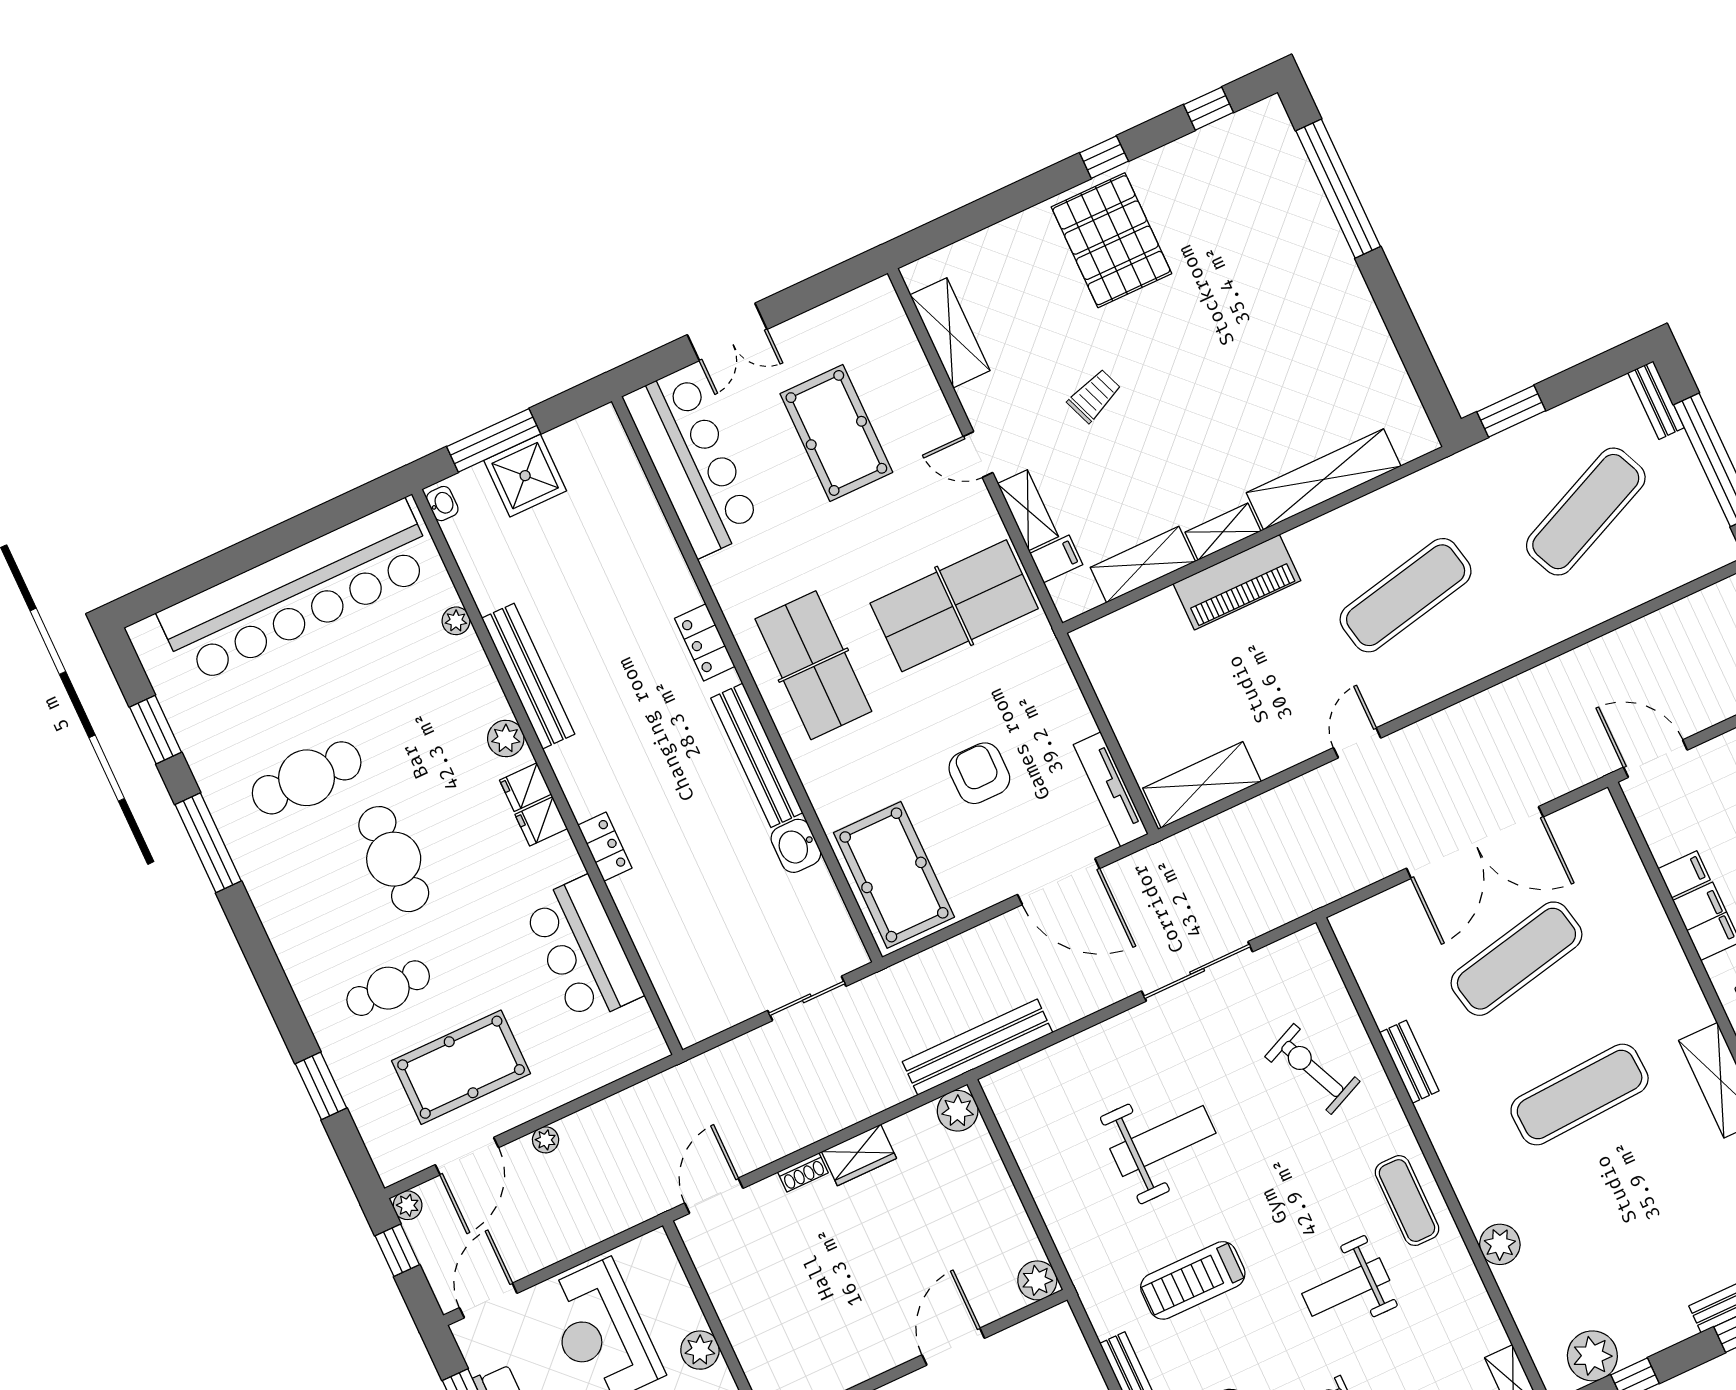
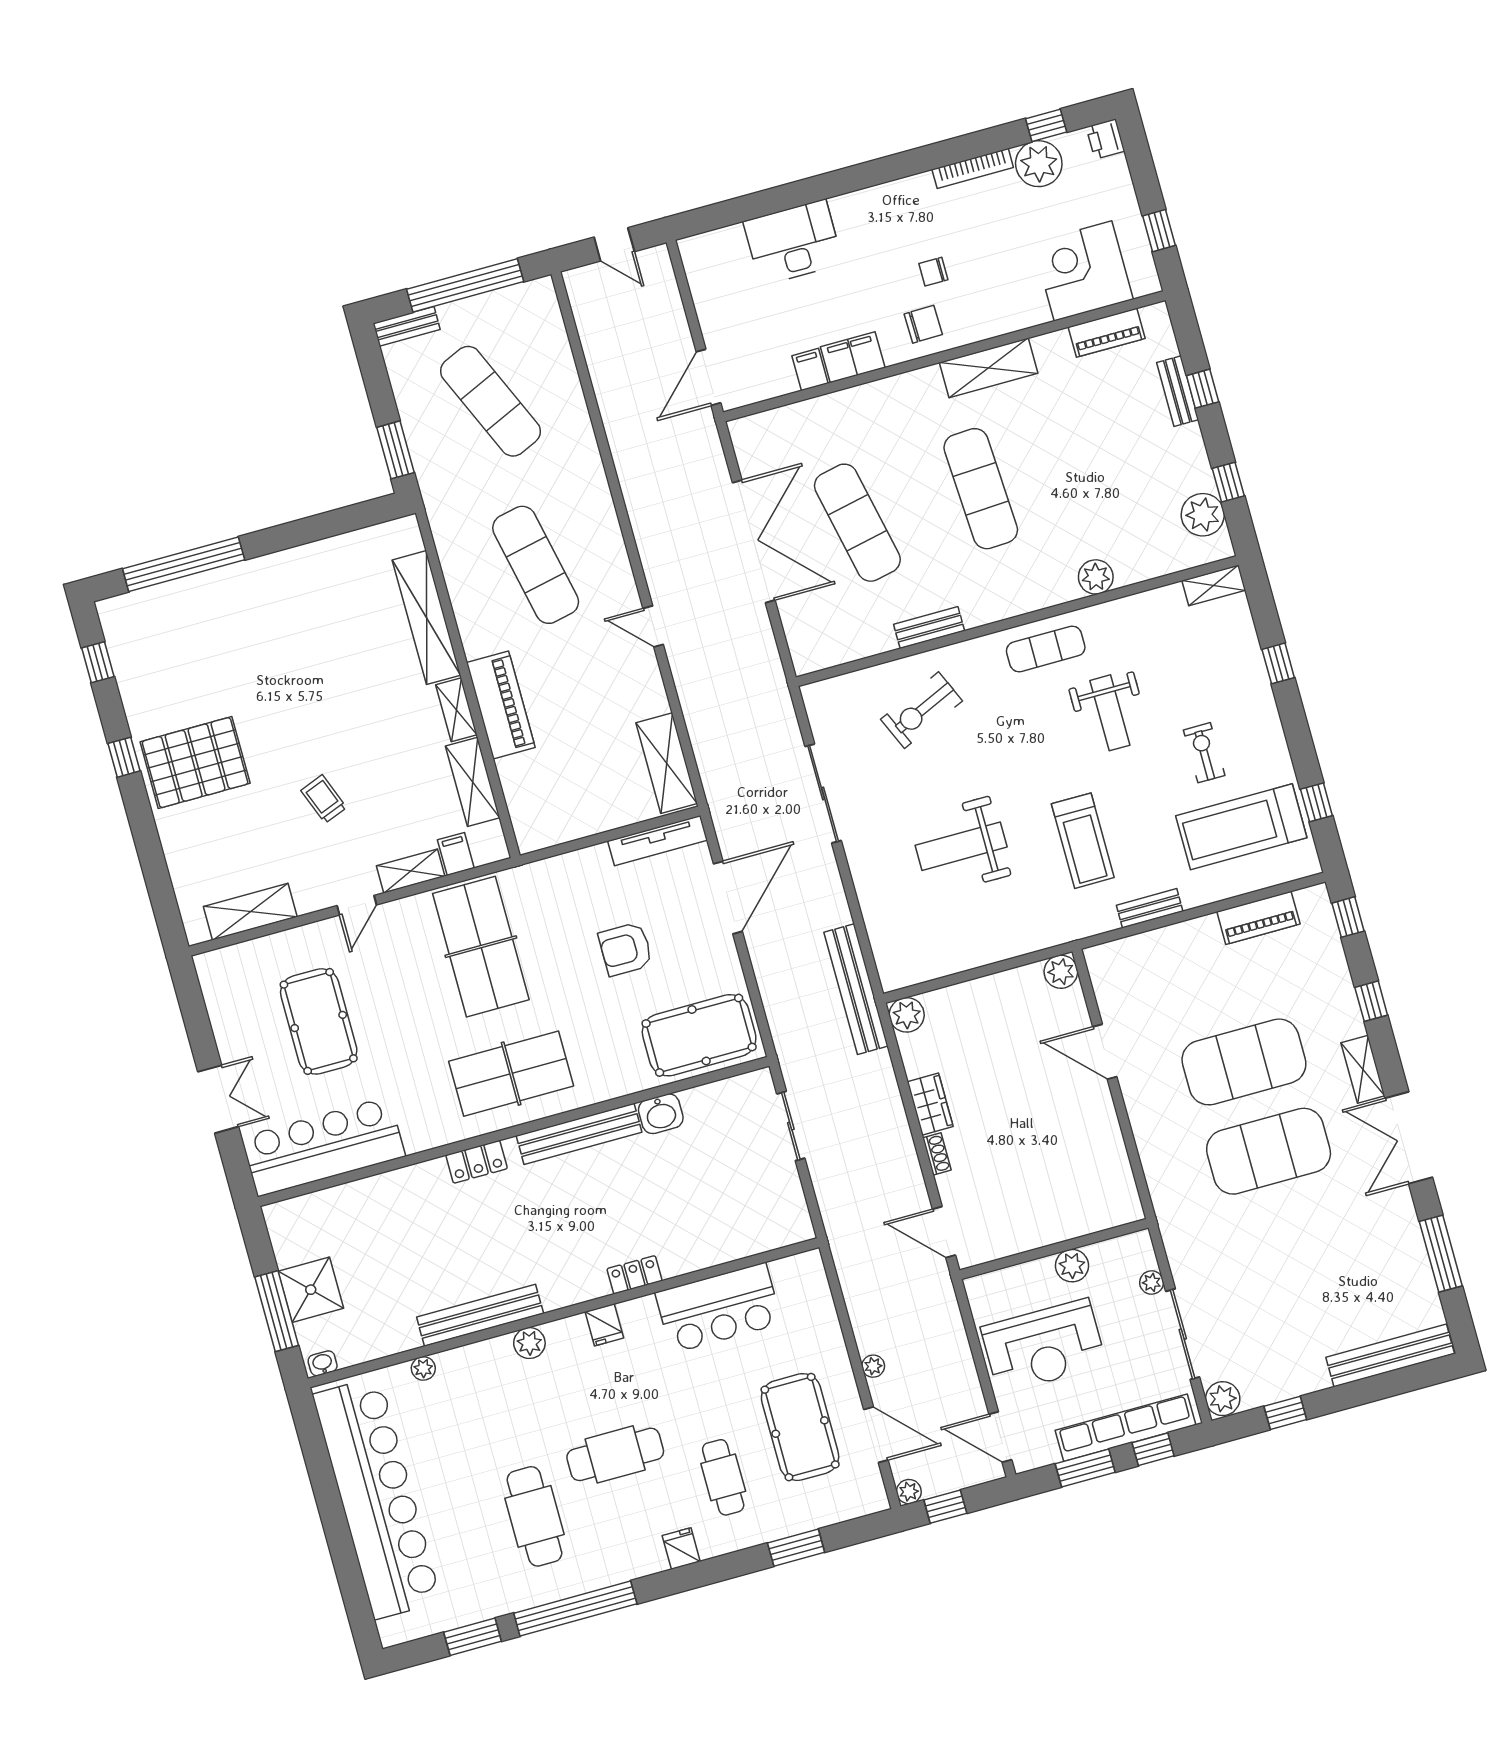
pool table: (836, 433) -> (319, 1021), turned 90
fridge: (526, 787) -> (681, 1549), moved, turned 180
window: (208, 843) -> (575, 1608), width x1.46
weight bench: (1163, 1141) -> (961, 846), turned -90

